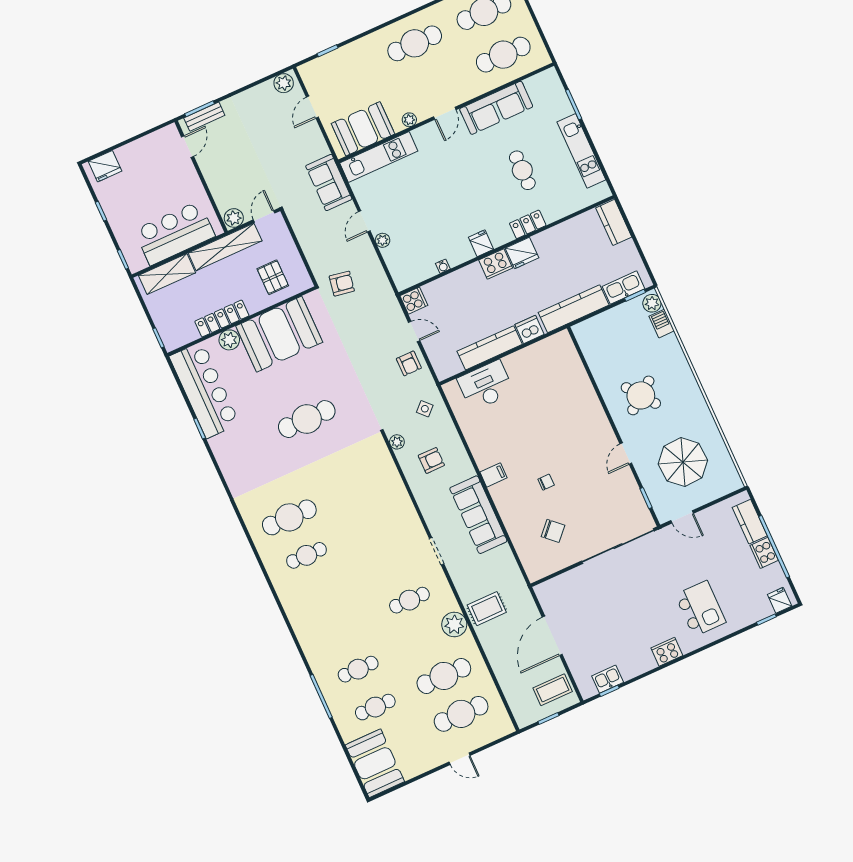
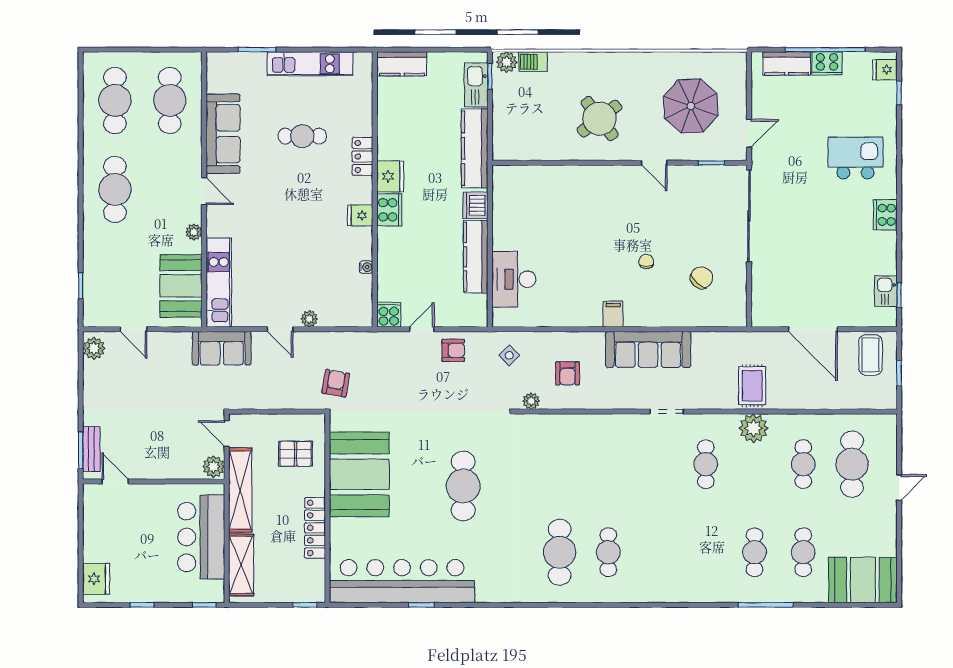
plant: (229, 340) -> (341, 530), removed
bar counter: (204, 390) -> (402, 581), width x1.36
armchair: (431, 460) -> (568, 373), turned 180
cafe table: (444, 676) -> (803, 464), width x0.73, depth x0.74

